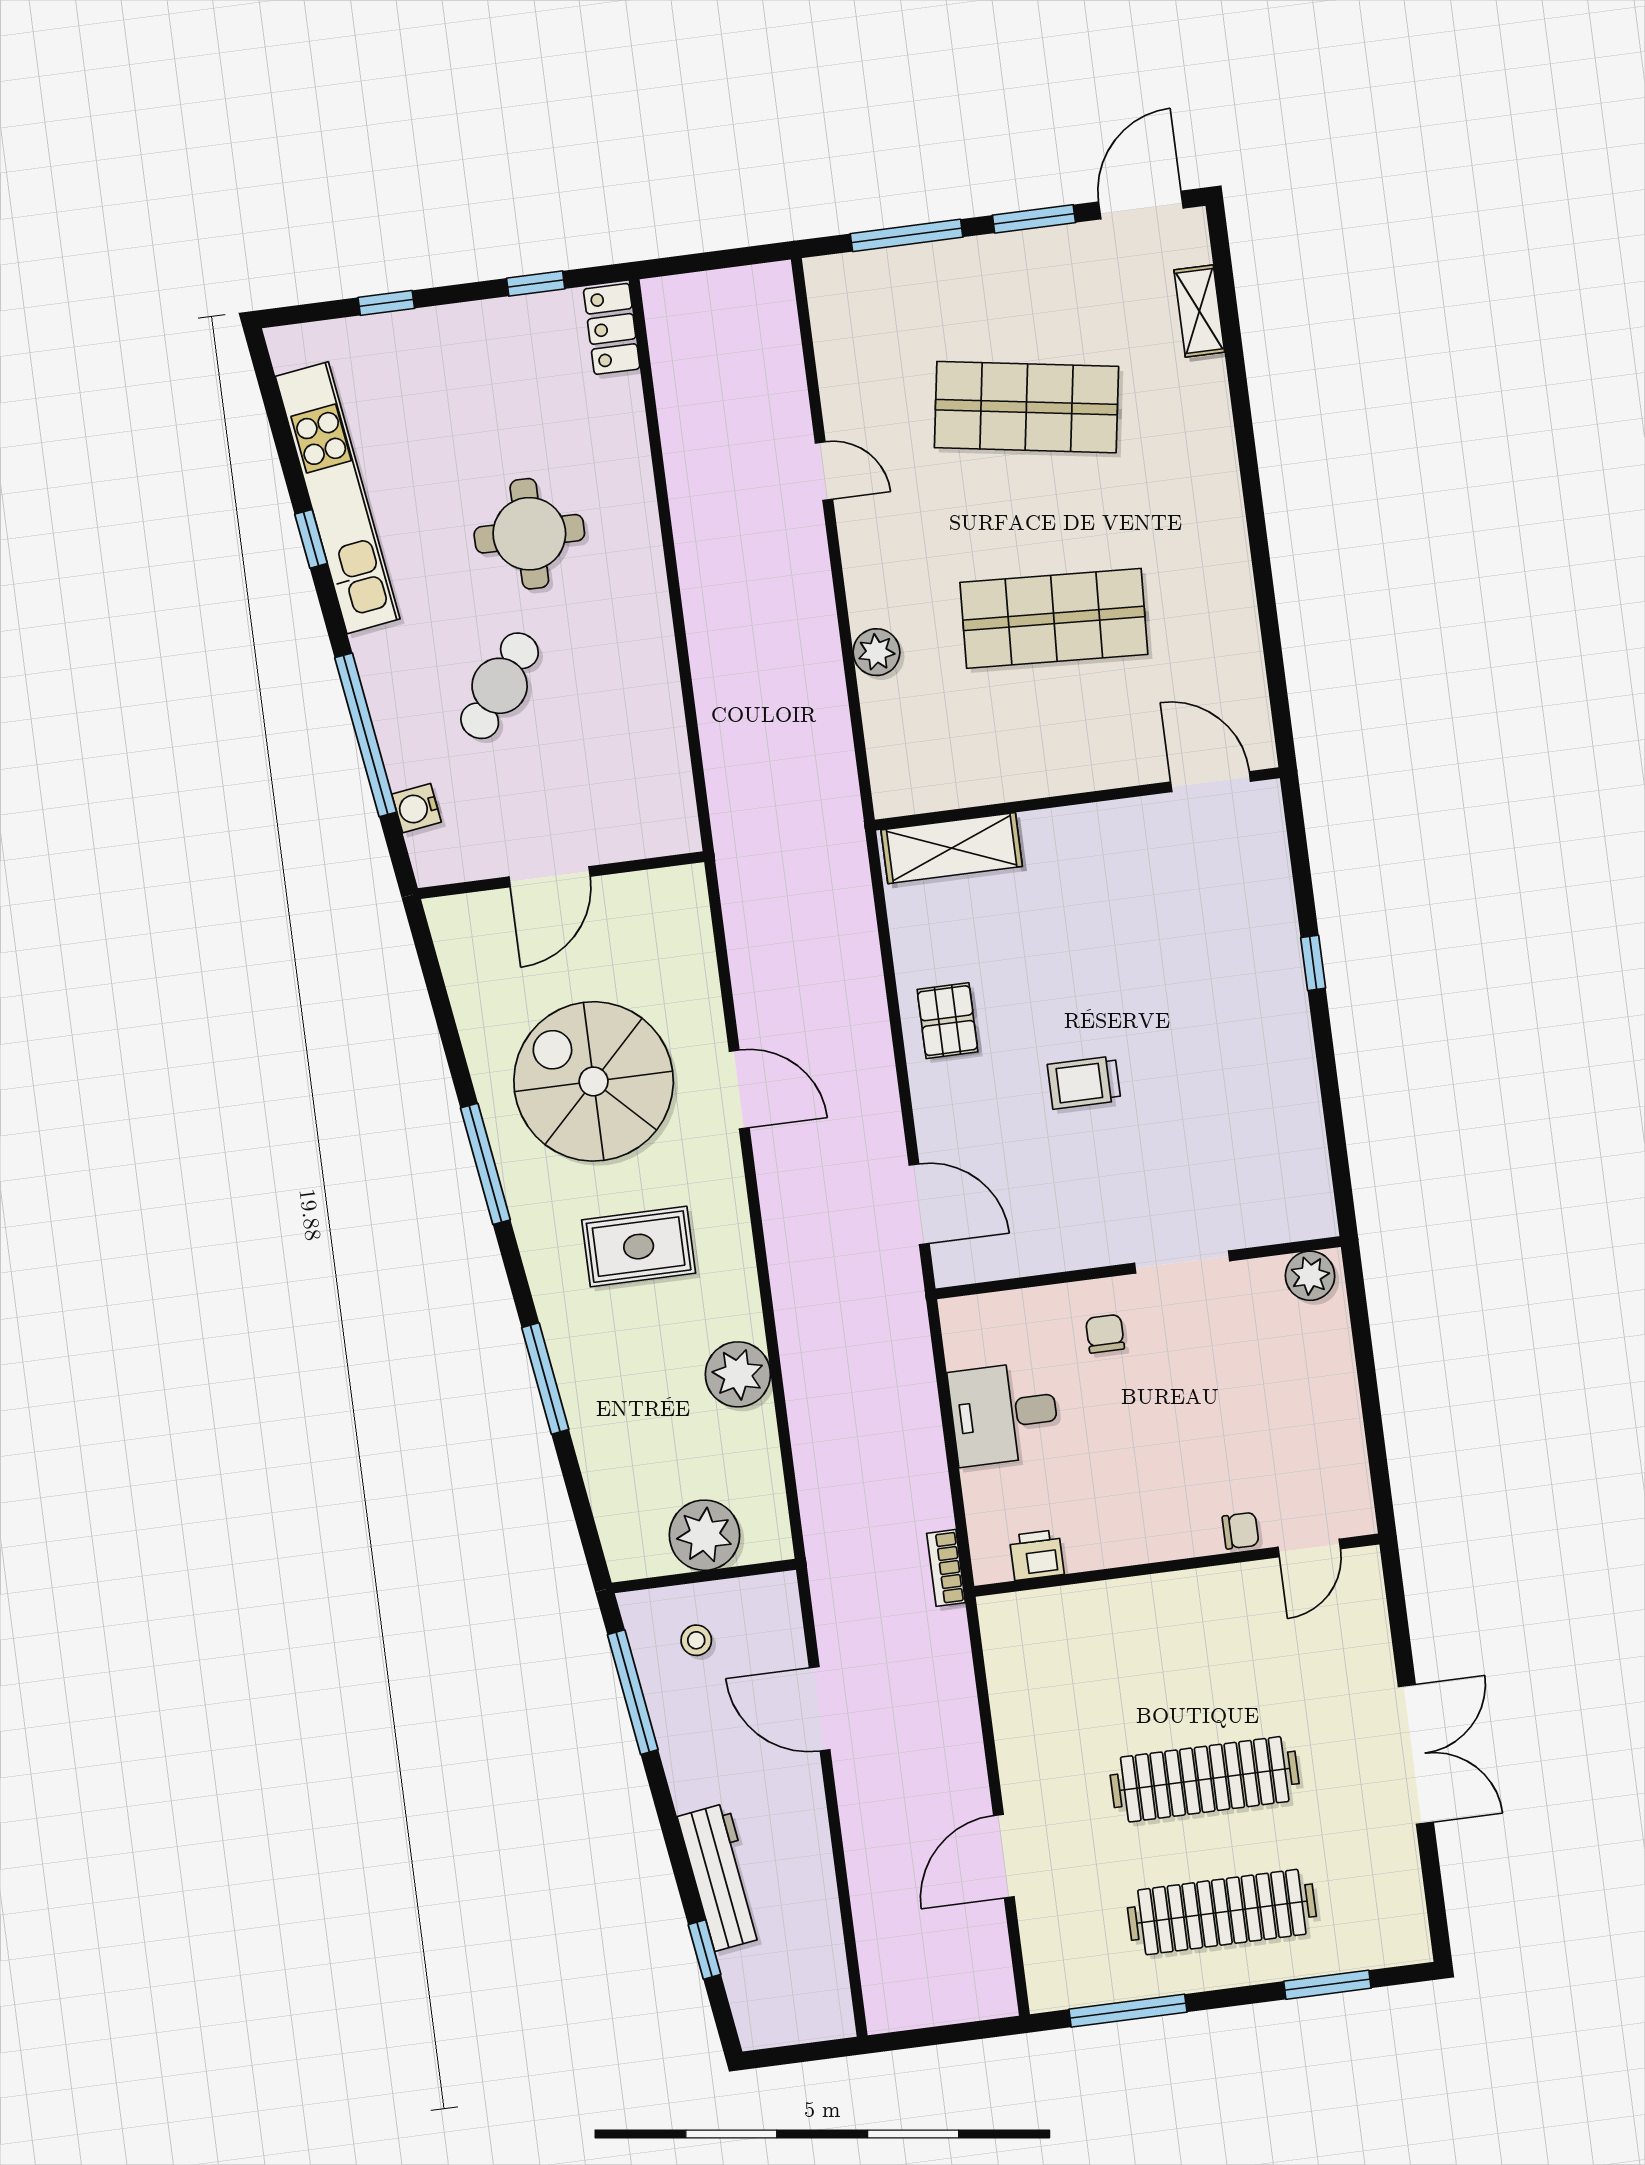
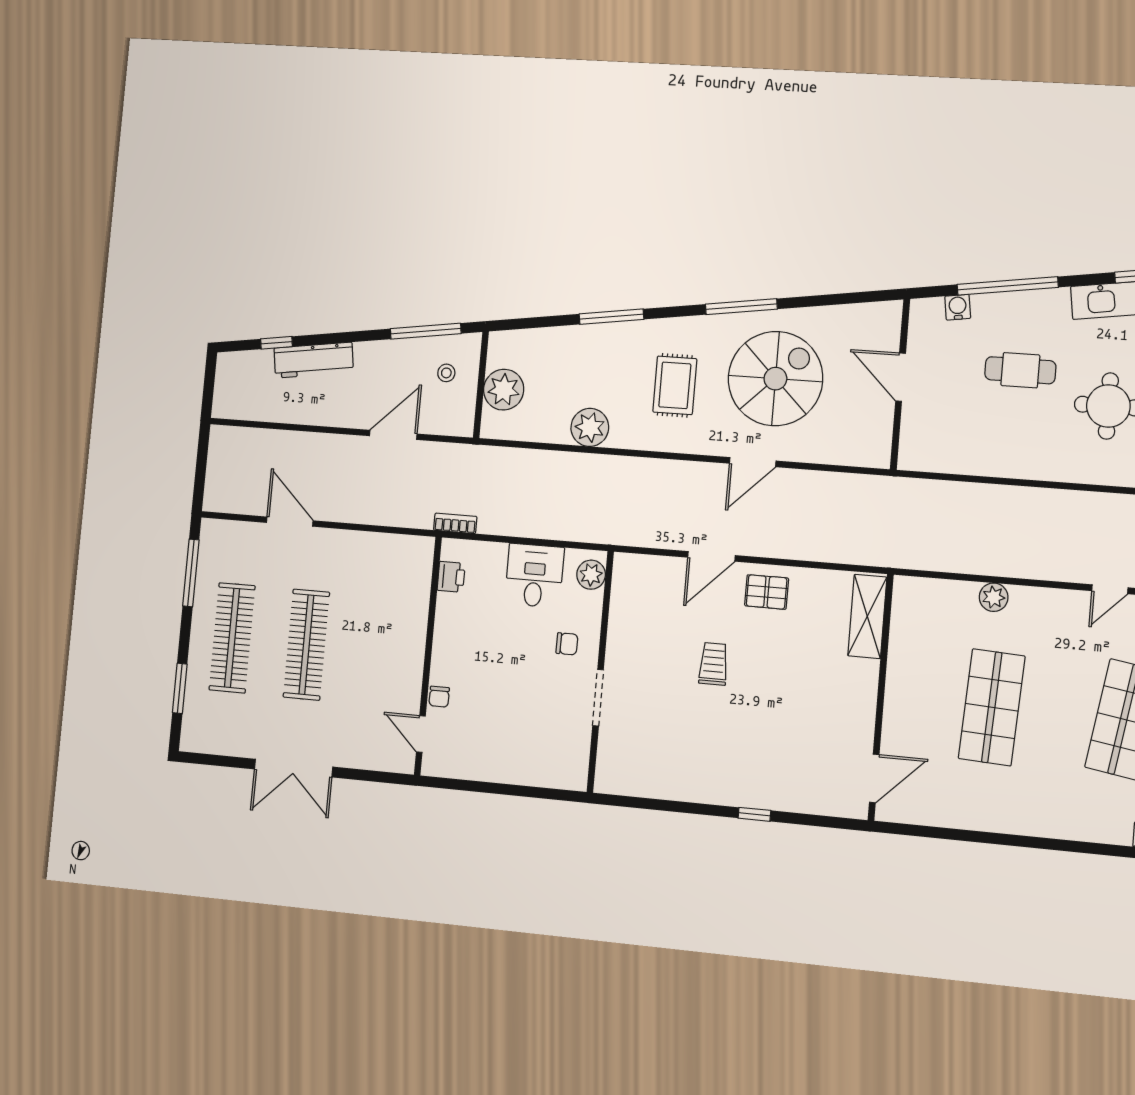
cafe table: (500, 686) -> (1020, 370), turned -37
door: (919, 1204) -> (711, 556), moved
plant: (1310, 1276) -> (591, 575), moved

